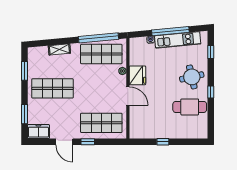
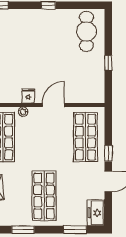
fridge: (137, 75) -> (28, 96), width x0.53, depth x0.75
round table: (192, 77) -> (30, 28), removed
cafe table: (190, 107) -> (86, 31), moved

